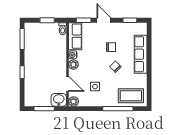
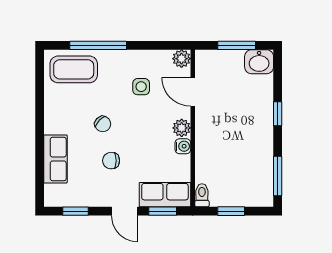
row of seats: (75, 36) -> (165, 195), moved, turned 90
row of seats: (141, 54) -> (55, 159), width x0.68
washbasin: (59, 100) -> (259, 62), moved

